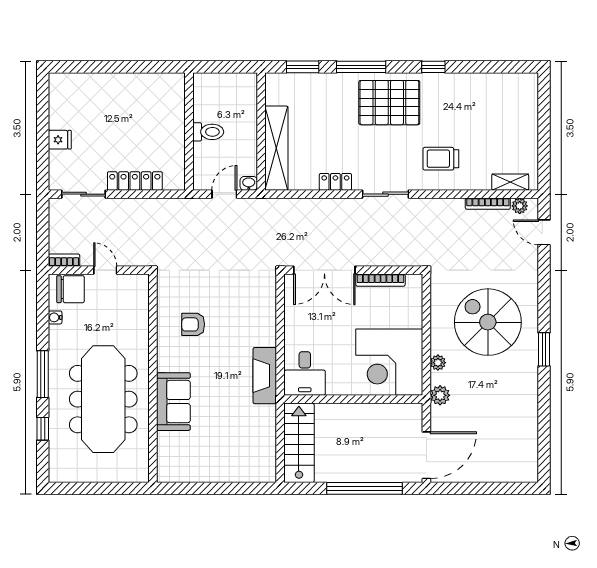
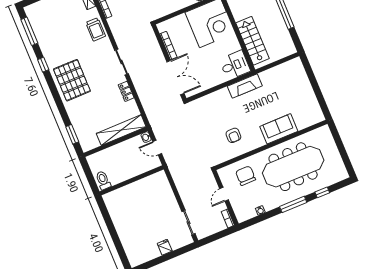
window: (361, 67) -> (29, 31), moved
toilet: (208, 132) -> (103, 180), moved
trolley: (441, 159) -> (96, 29), moved
locker: (135, 181) -> (170, 198), removed
chair: (70, 289) -> (246, 176), moved
stairs: (299, 443) -> (252, 41), moved, turned 90

